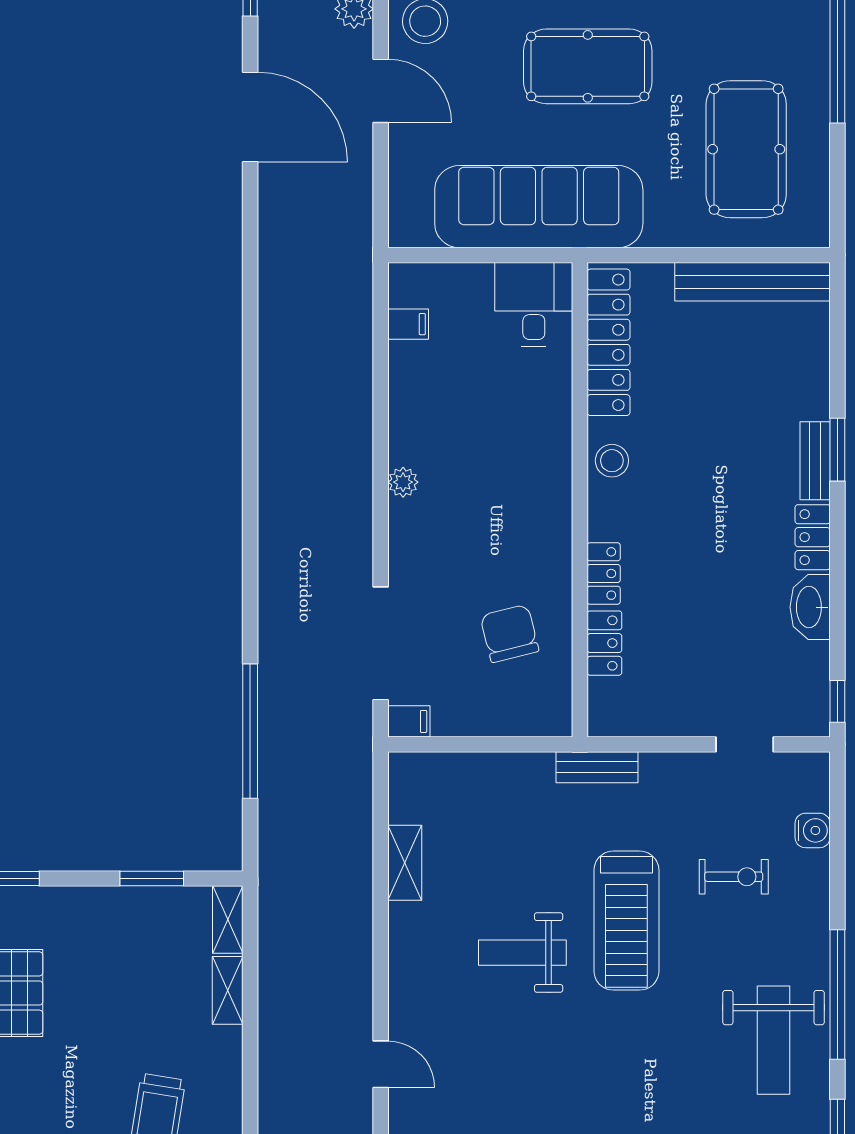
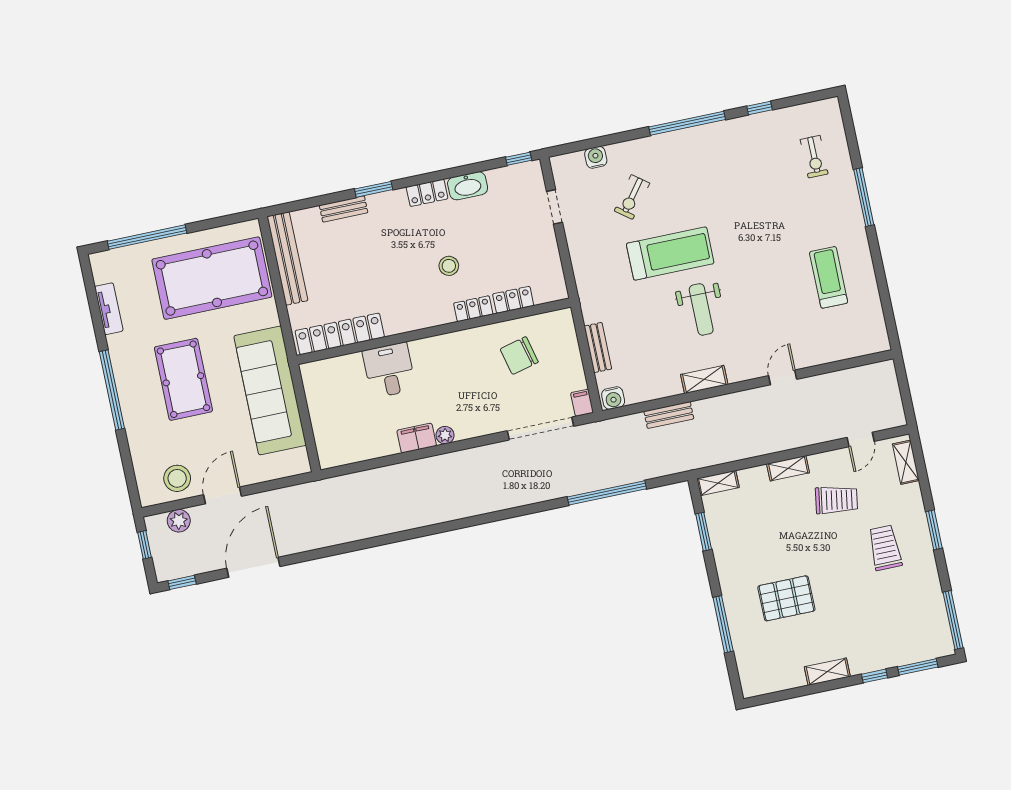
pool table: (746, 149) -> (212, 278), width x1.36, depth x1.32
desk: (534, 304) -> (389, 370), moved, turned 90
filing cabinet: (408, 324) -> (417, 438), moved, width x2.00
stool: (612, 461) -> (449, 266), moved
bench: (815, 461) -> (344, 209), moved
bench: (597, 767) -> (598, 348), moved
water cooler: (406, 775) -> (613, 398), added
bench: (358, 862) -> (669, 415), added
shelving: (405, 863) -> (704, 379), moved
exercise bike: (734, 877) -> (632, 197), turned -143
shelving: (228, 990) -> (788, 468), moved
weight bench: (773, 1040) -> (721, 154), removed

